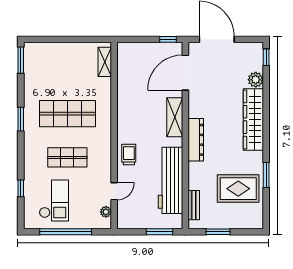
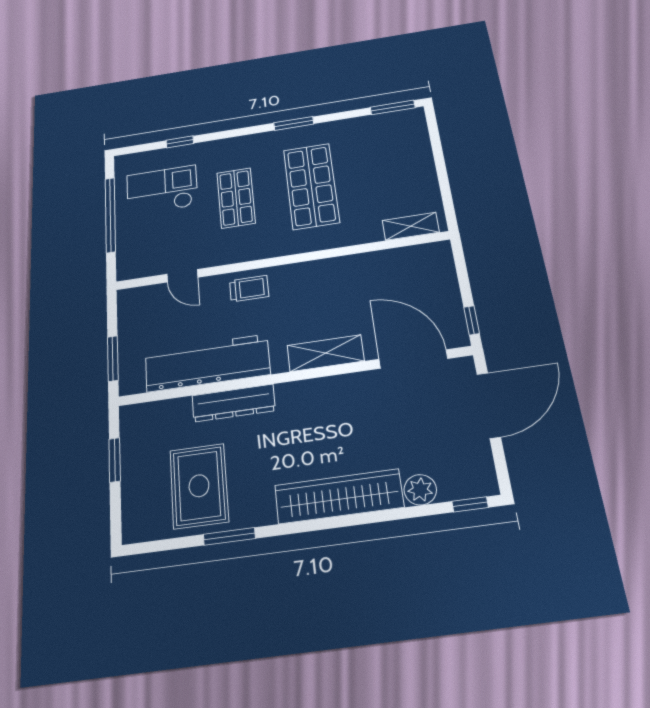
dresser: (196, 140) -> (234, 403), moved
checkout: (54, 200) -> (162, 190), turned 180
bench: (194, 205) -> (163, 410), removed
plant: (106, 212) -> (146, 268), removed

